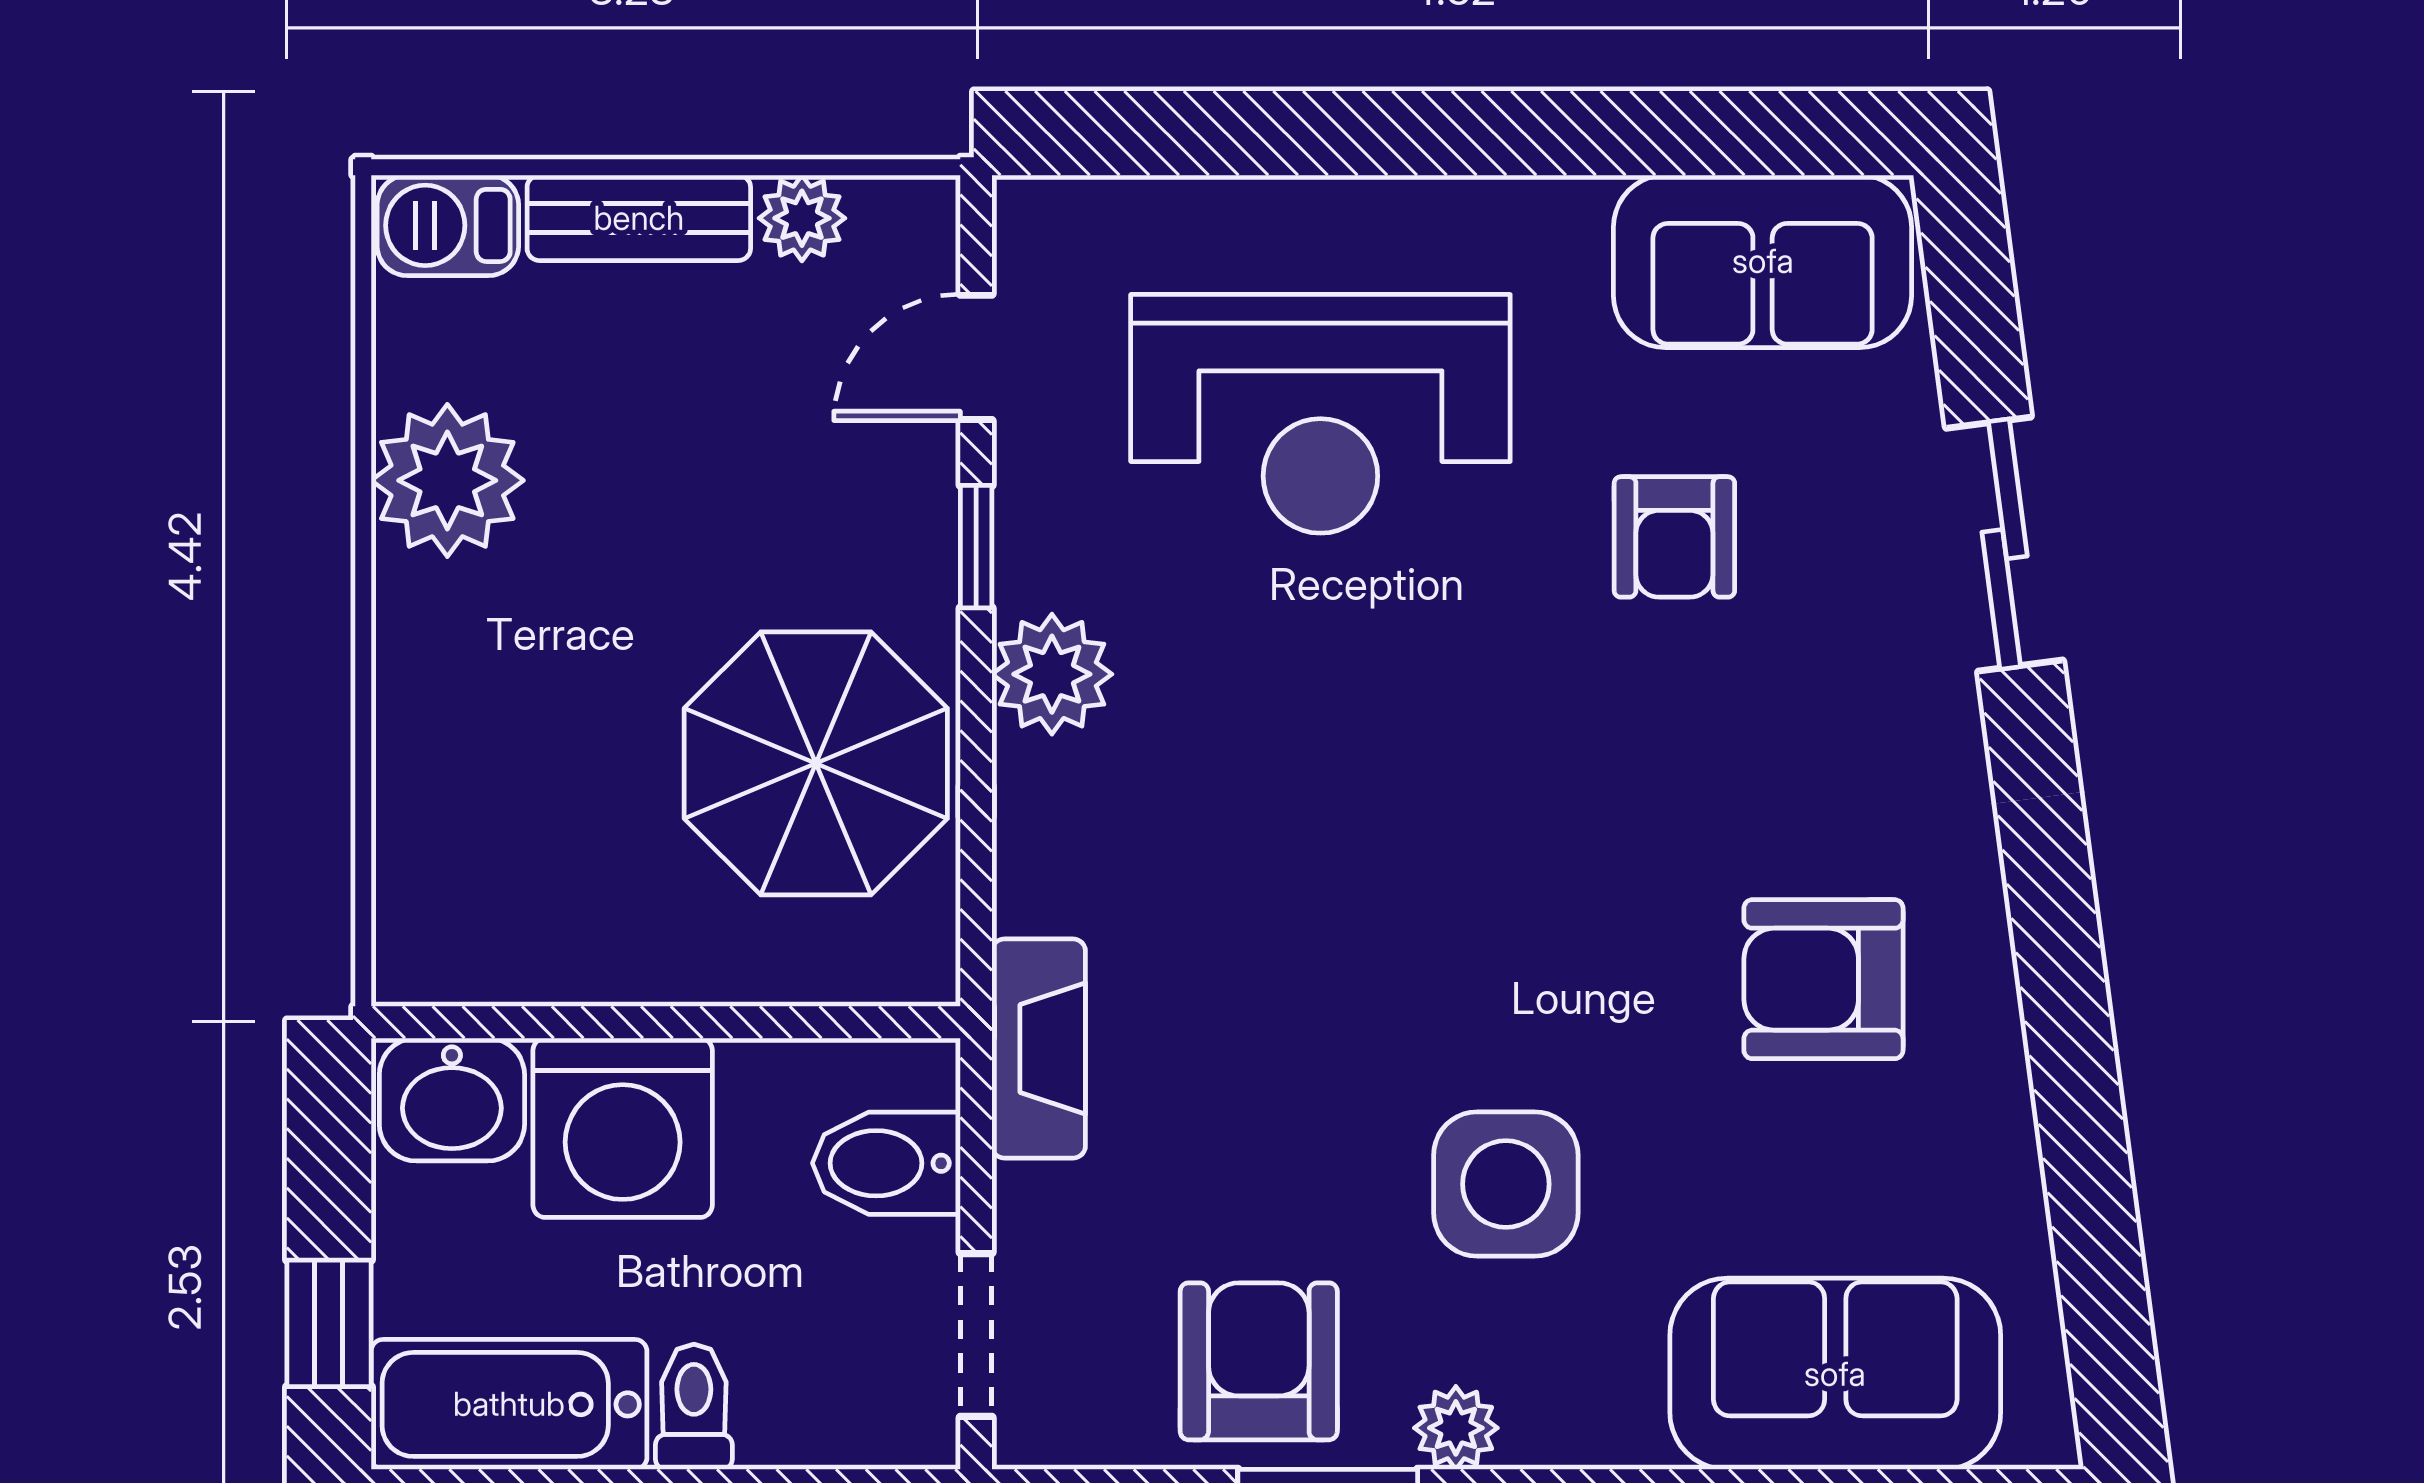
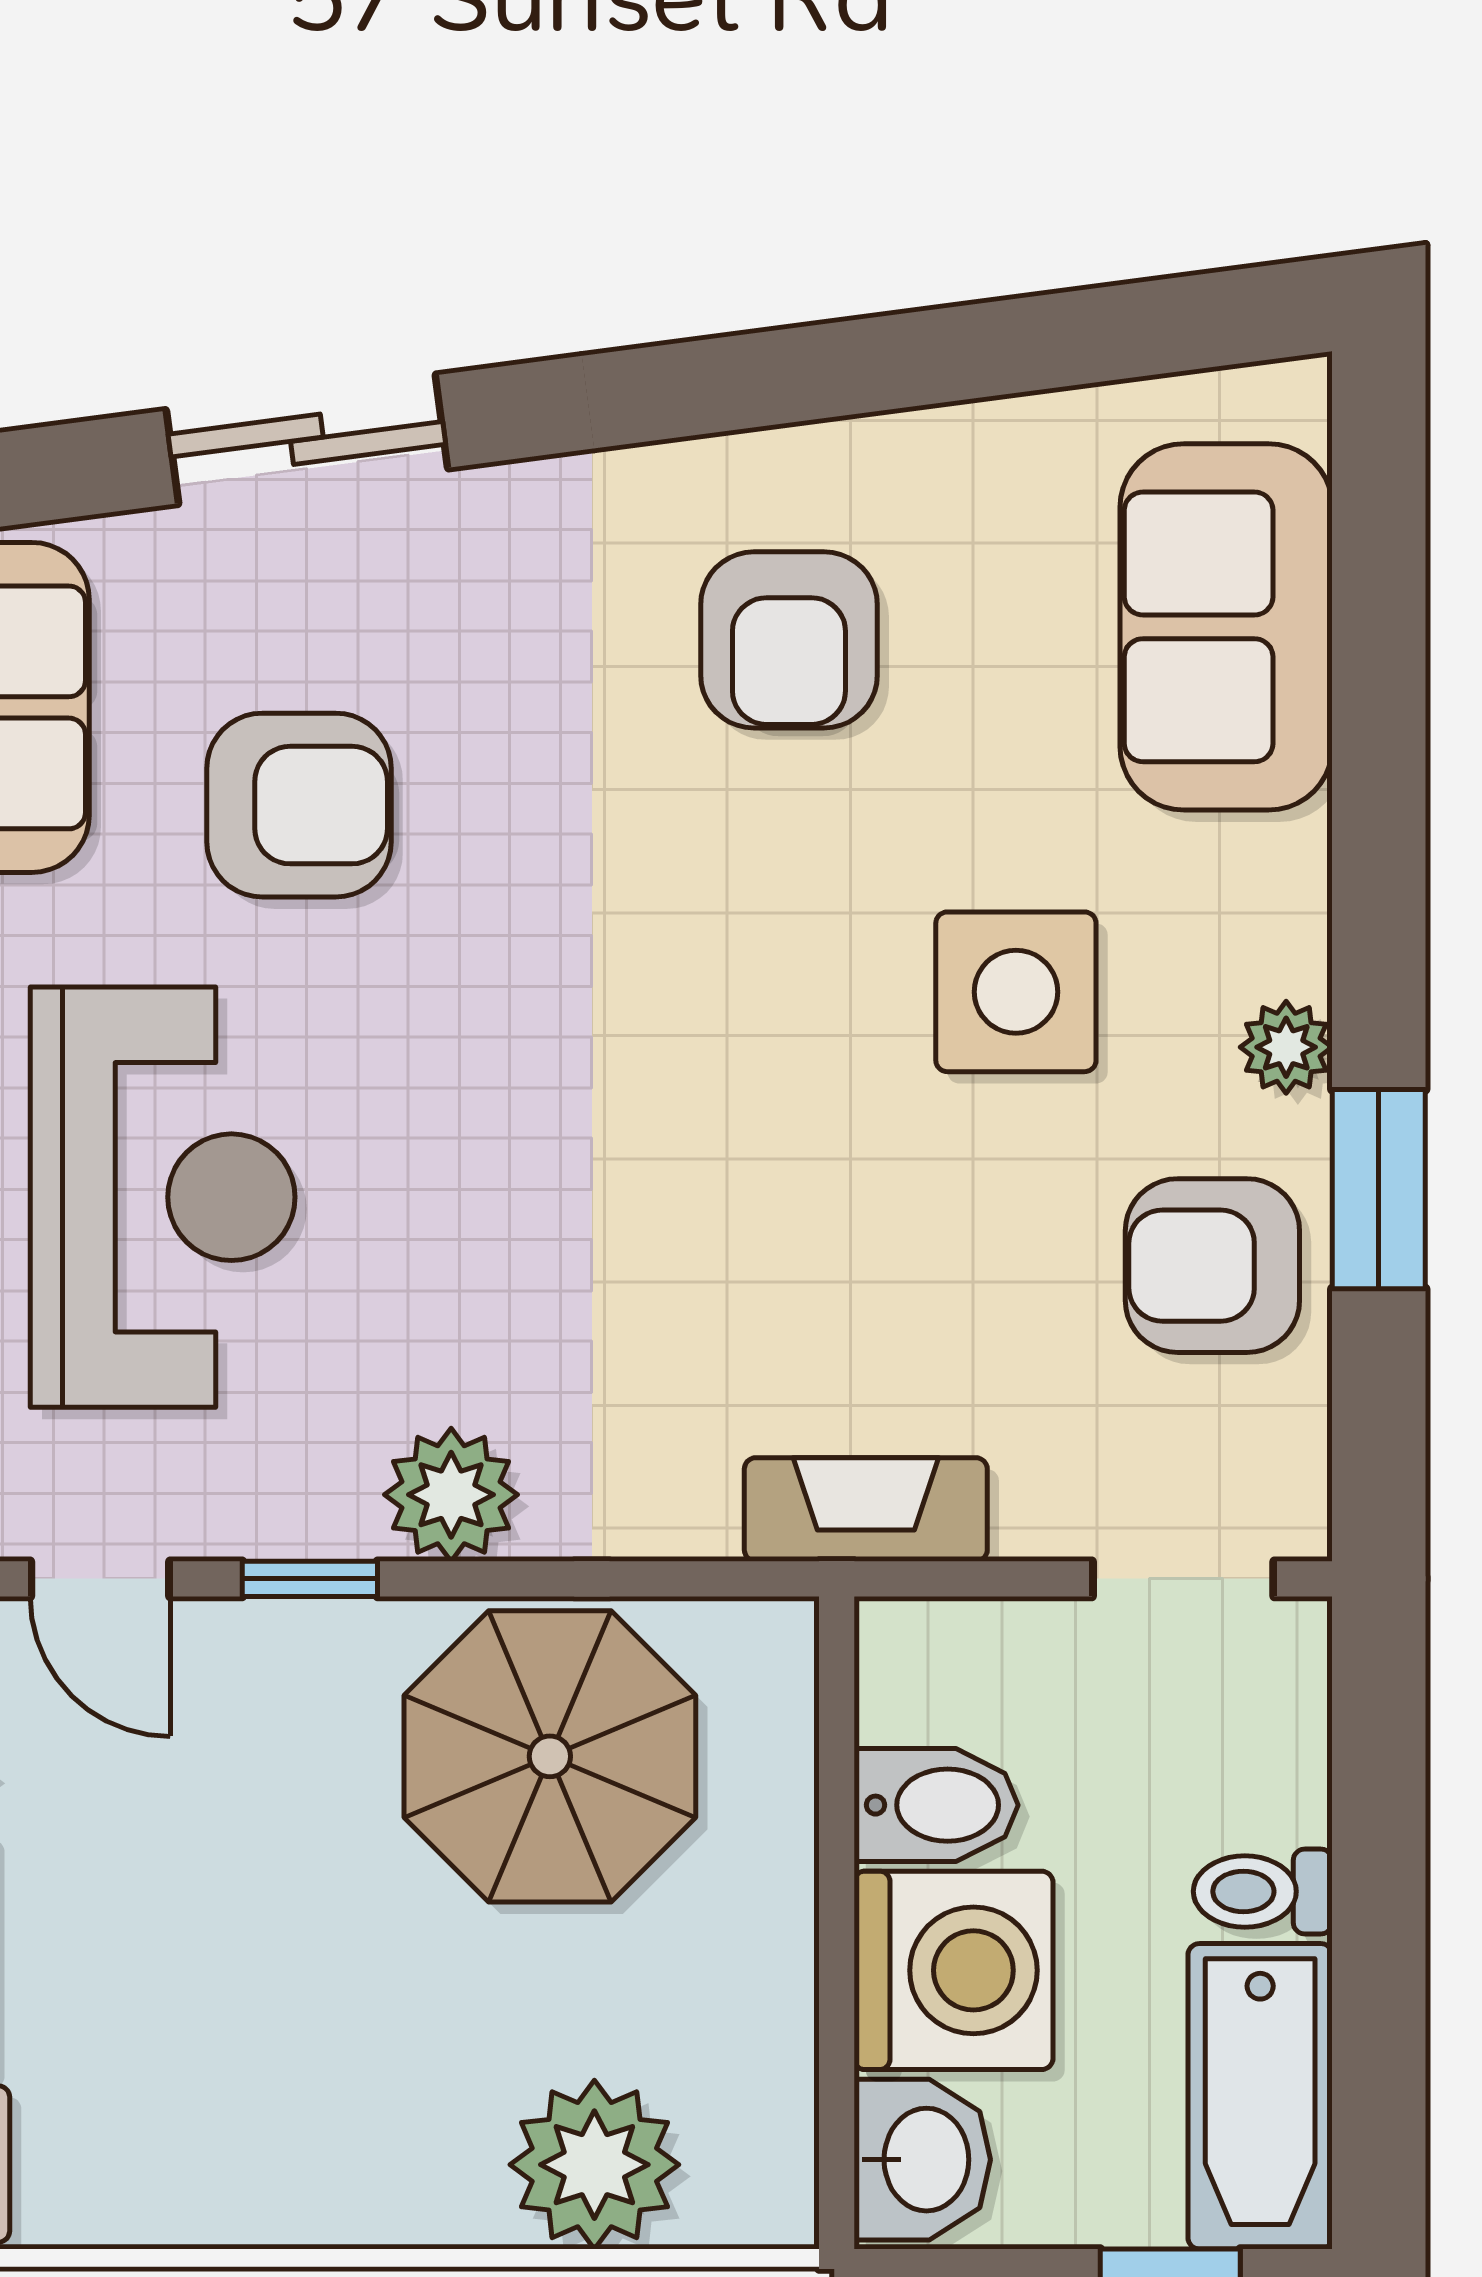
plant: (447, 480) -> (594, 2165), moved
armchair: (1674, 537) -> (299, 805), width x1.38, depth x1.38
bidet: (886, 1163) -> (936, 1805), moved, turned -90

